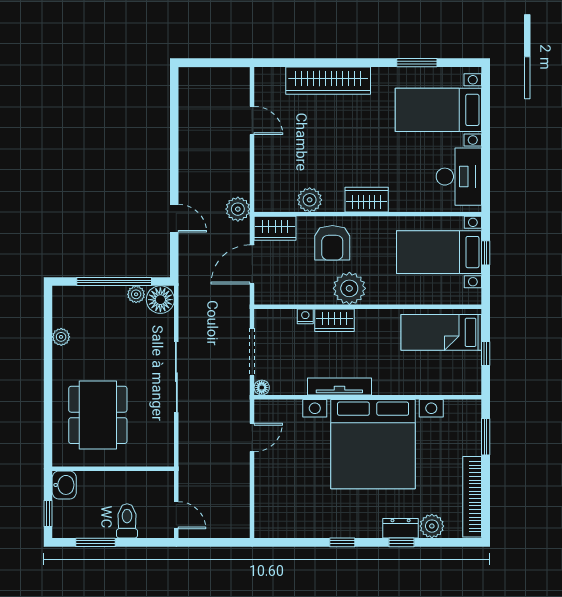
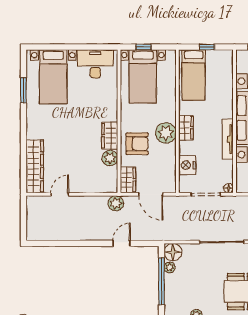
wardrobe: (328, 81) -> (35, 166), moved
wardrobe: (367, 200) -> (110, 136), moved
nightstand: (305, 316) -> (187, 165), width x1.89, depth x1.79
wardrobe: (335, 320) -> (186, 128), moved

